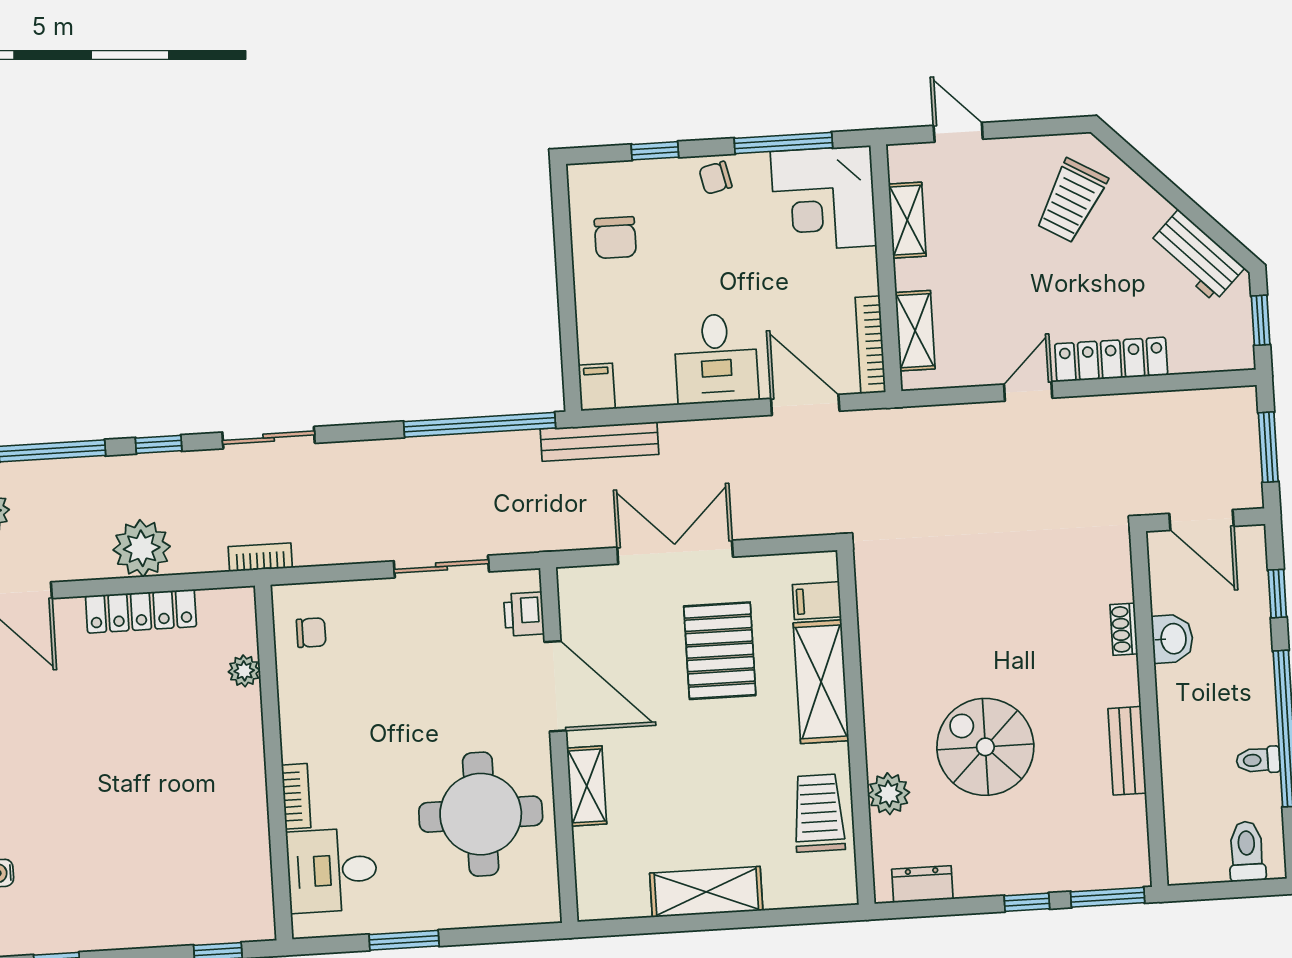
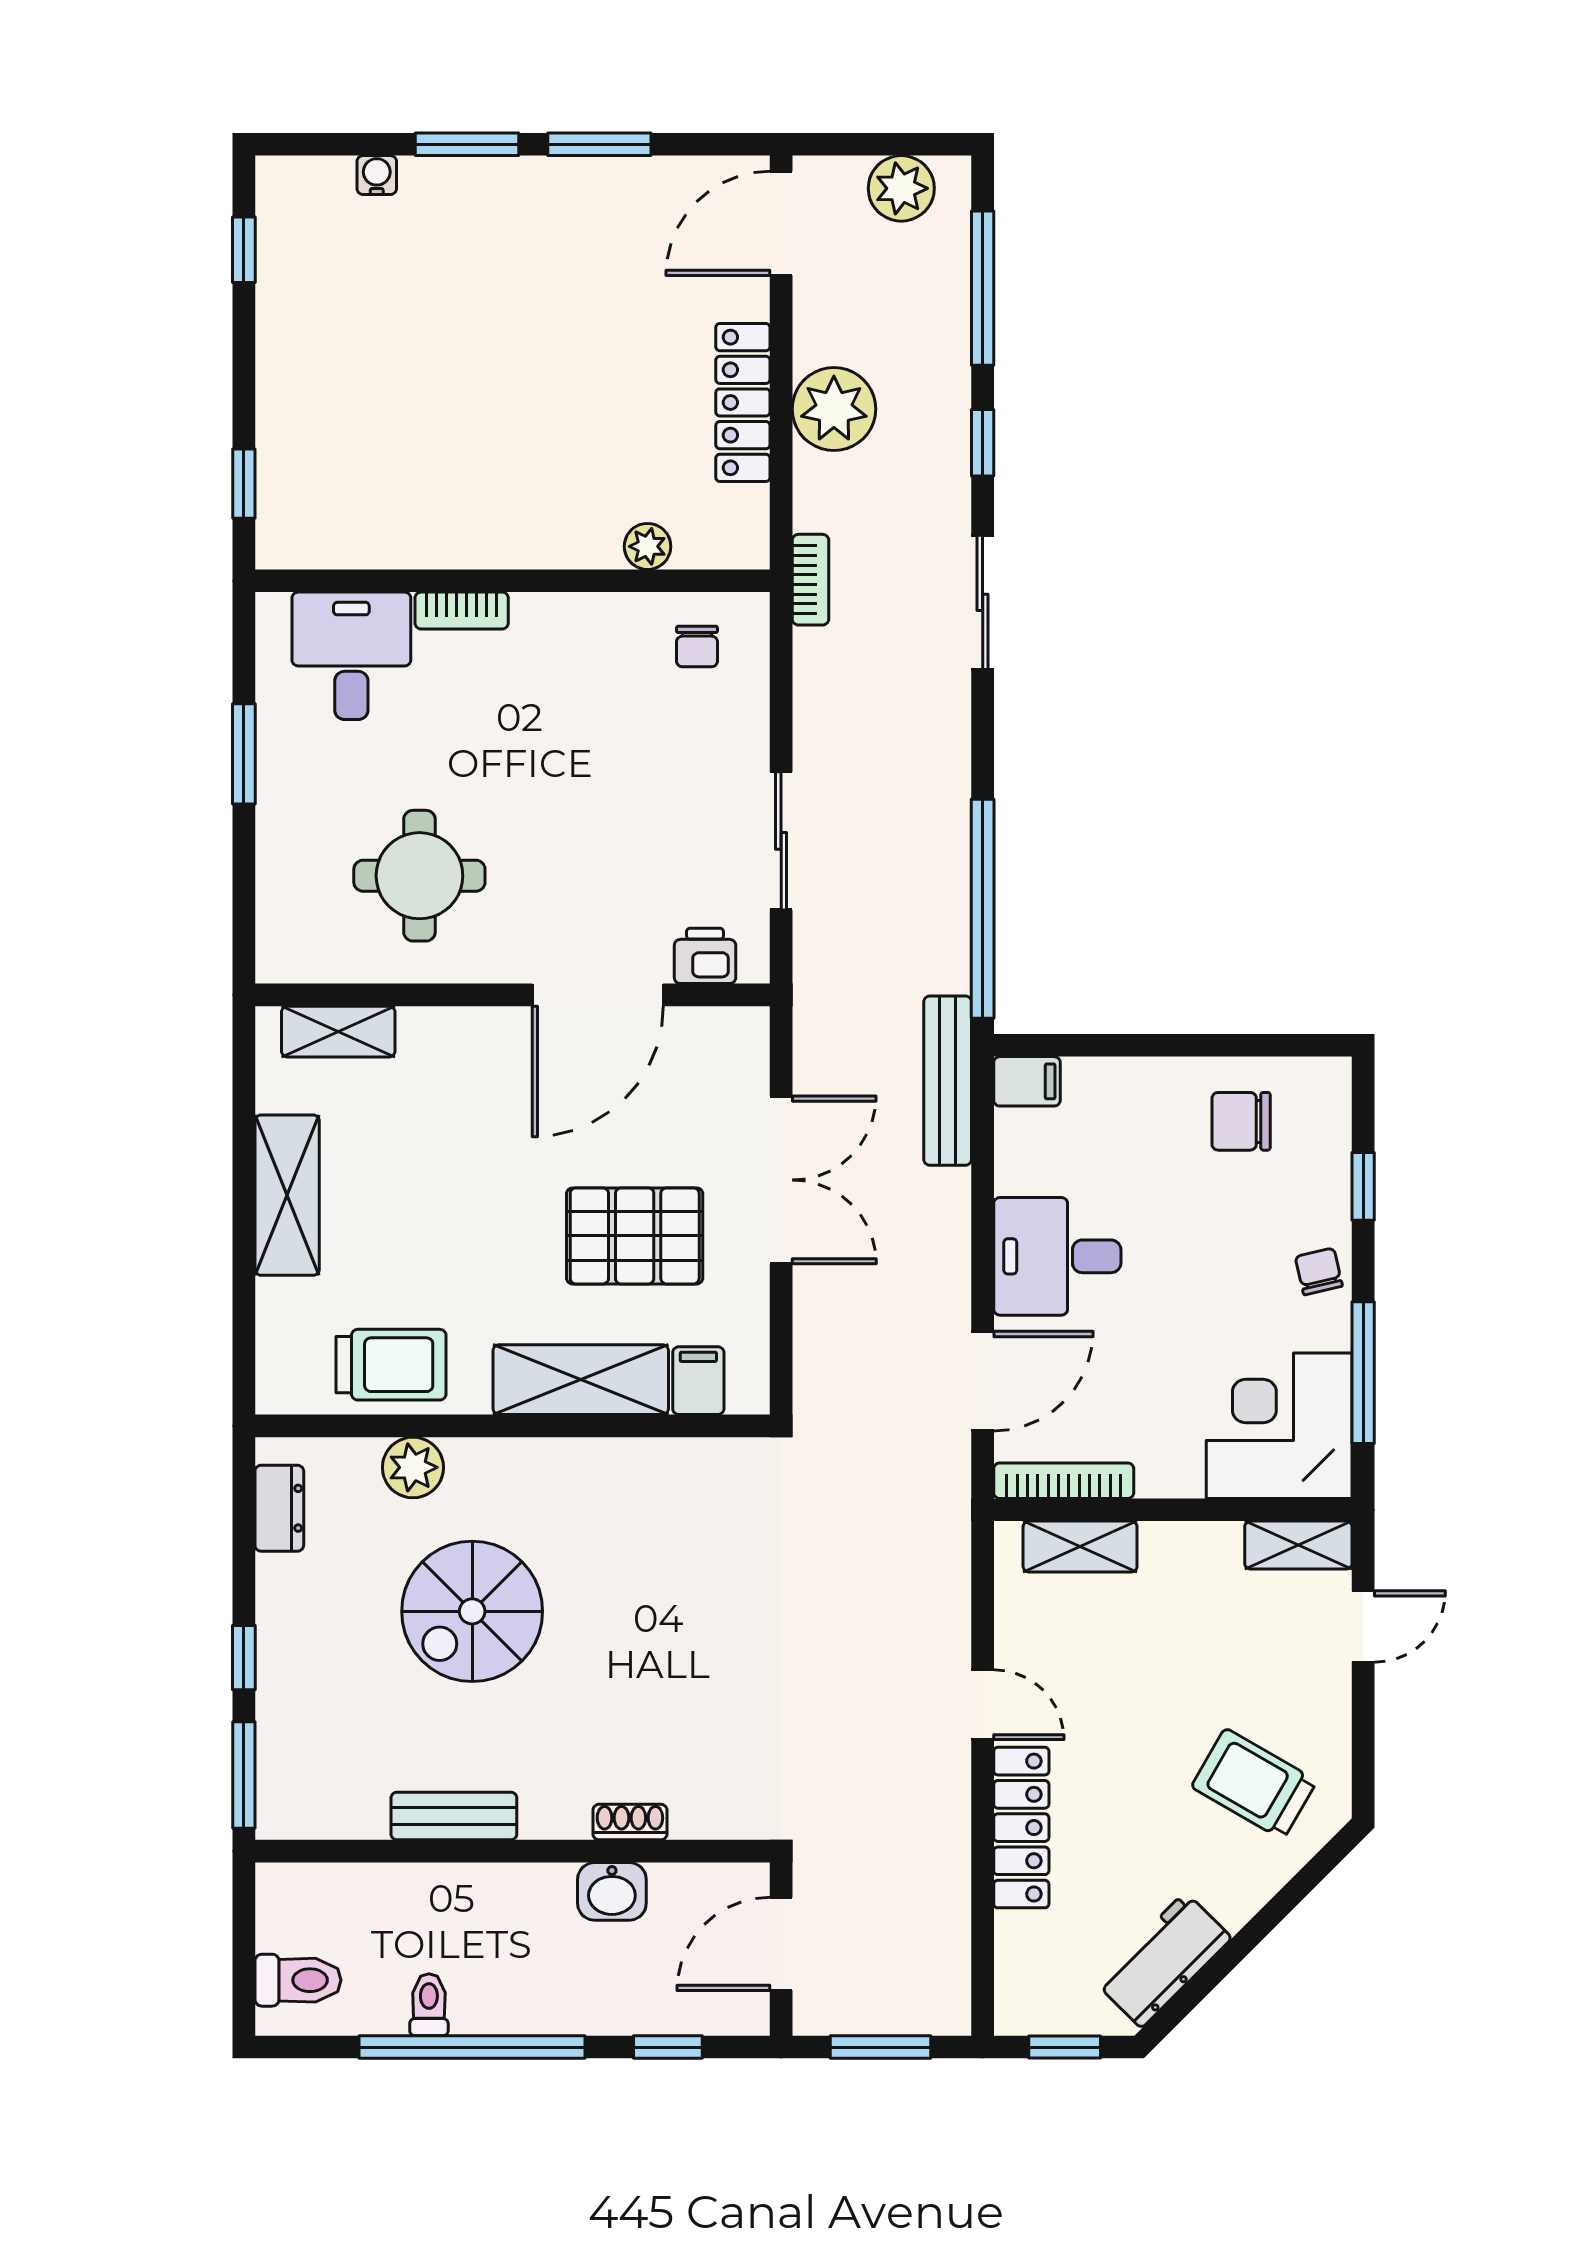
shelving: (907, 220) -> (1298, 1545), moved
spiral stairs: (985, 747) -> (472, 1611), turned 180
shelving: (587, 786) -> (338, 1032), moved
round table: (481, 814) -> (419, 876), width x0.73, depth x0.73

